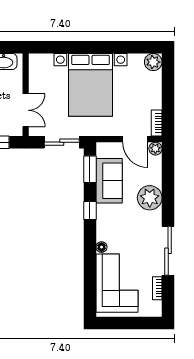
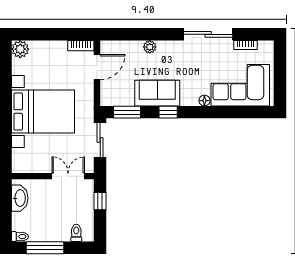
plant: (155, 149) -> (106, 47), removed
sofa: (109, 181) -> (157, 93), moved
plant: (150, 198) -> (150, 47), width x0.53, depth x0.53

